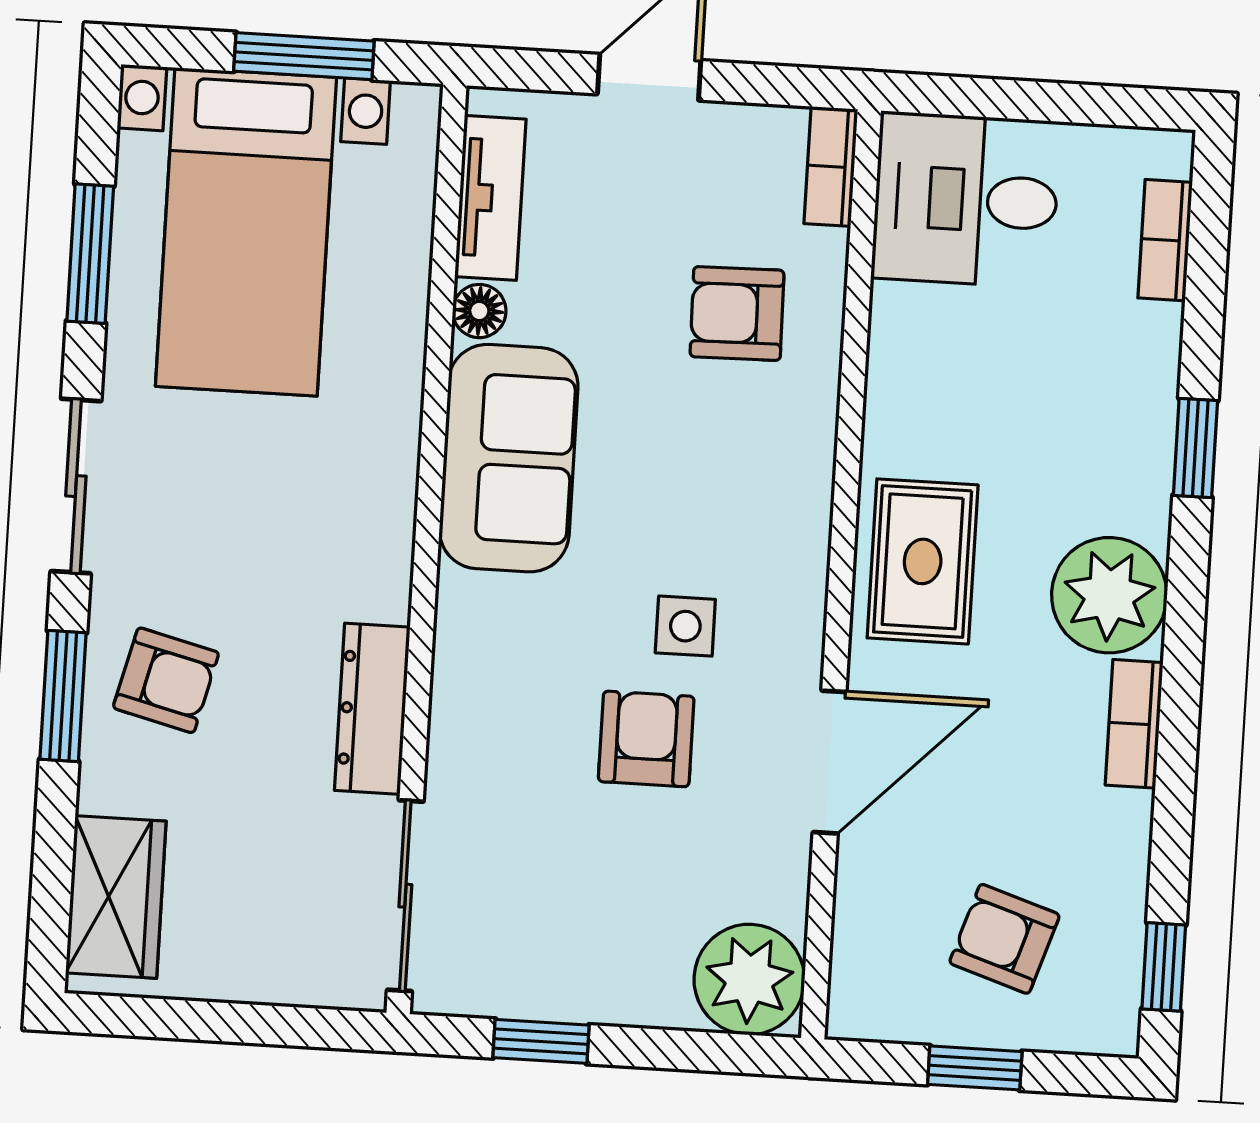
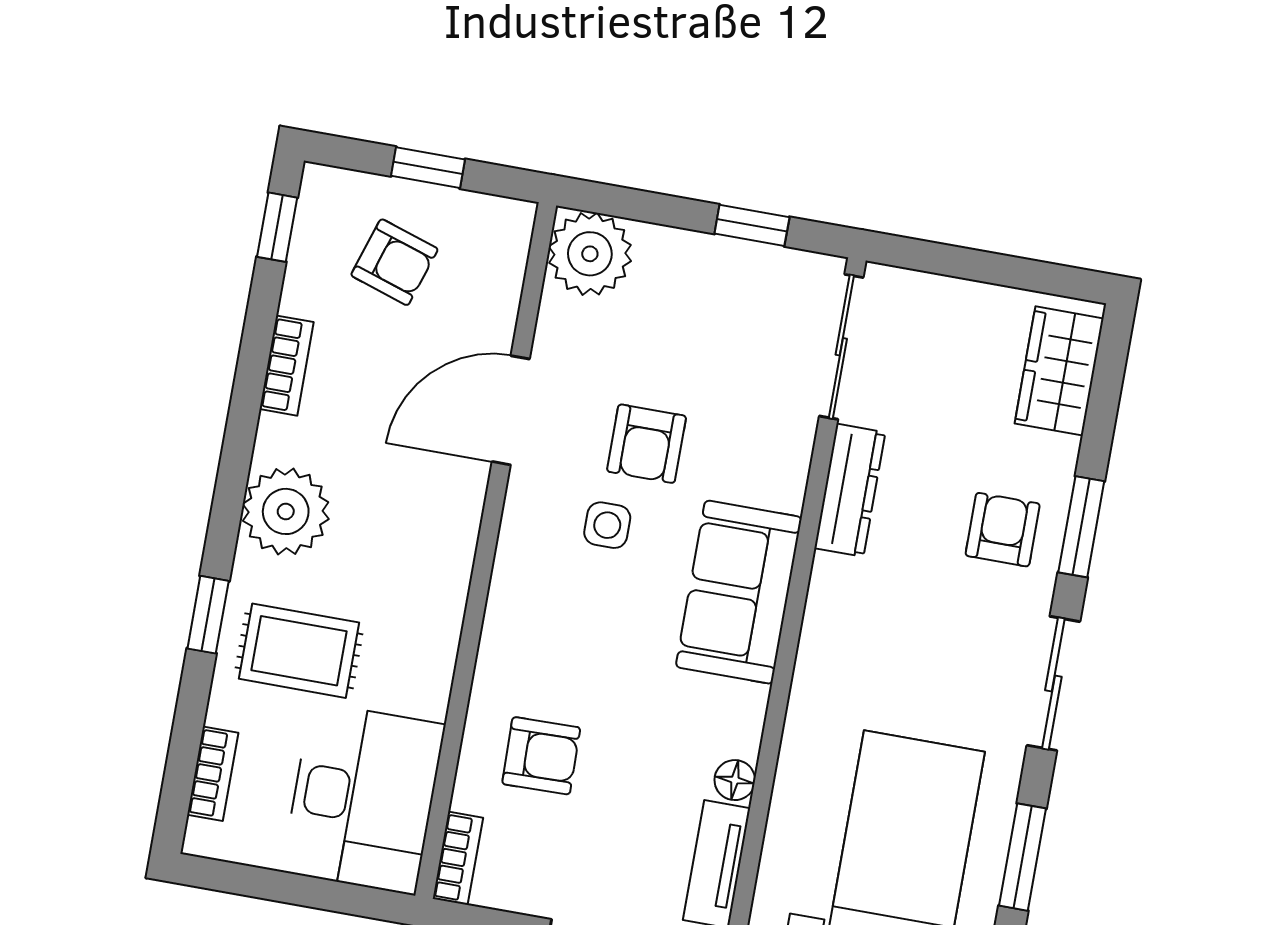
desk: (966, 200) -> (363, 798), width x1.37
sofa: (509, 458) -> (739, 592), moved
rug: (923, 561) -> (299, 651), moved, turned 90
armchair: (166, 680) -> (1003, 530), turned 76
bookcase: (1134, 724) -> (287, 366), moved

